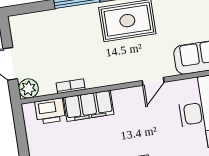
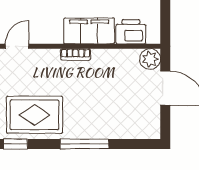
bookcase: (71, 86) -> (76, 55), moved

